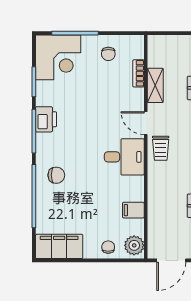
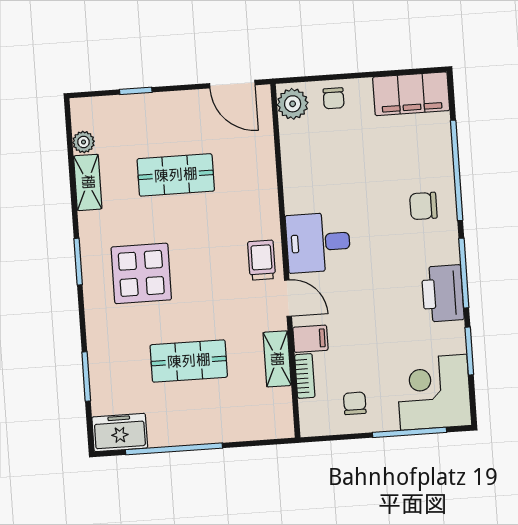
printer: (46, 119) -> (443, 293), width x1.37, depth x1.19
filing cabinet: (133, 210) -> (310, 339), moved
door: (171, 260) -> (232, 84), swing flipped

